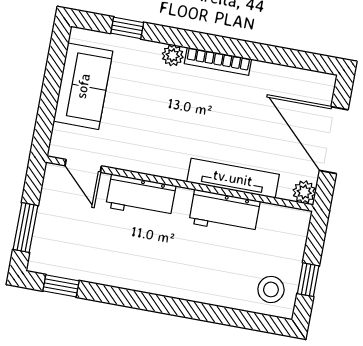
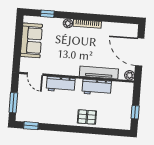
pallet: (194, 279) -> (87, 117), added
stool: (271, 289) -> (120, 118), removed

